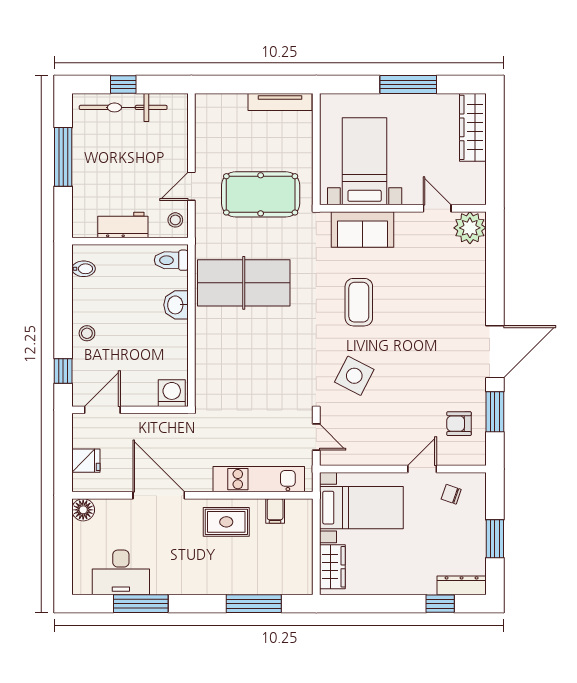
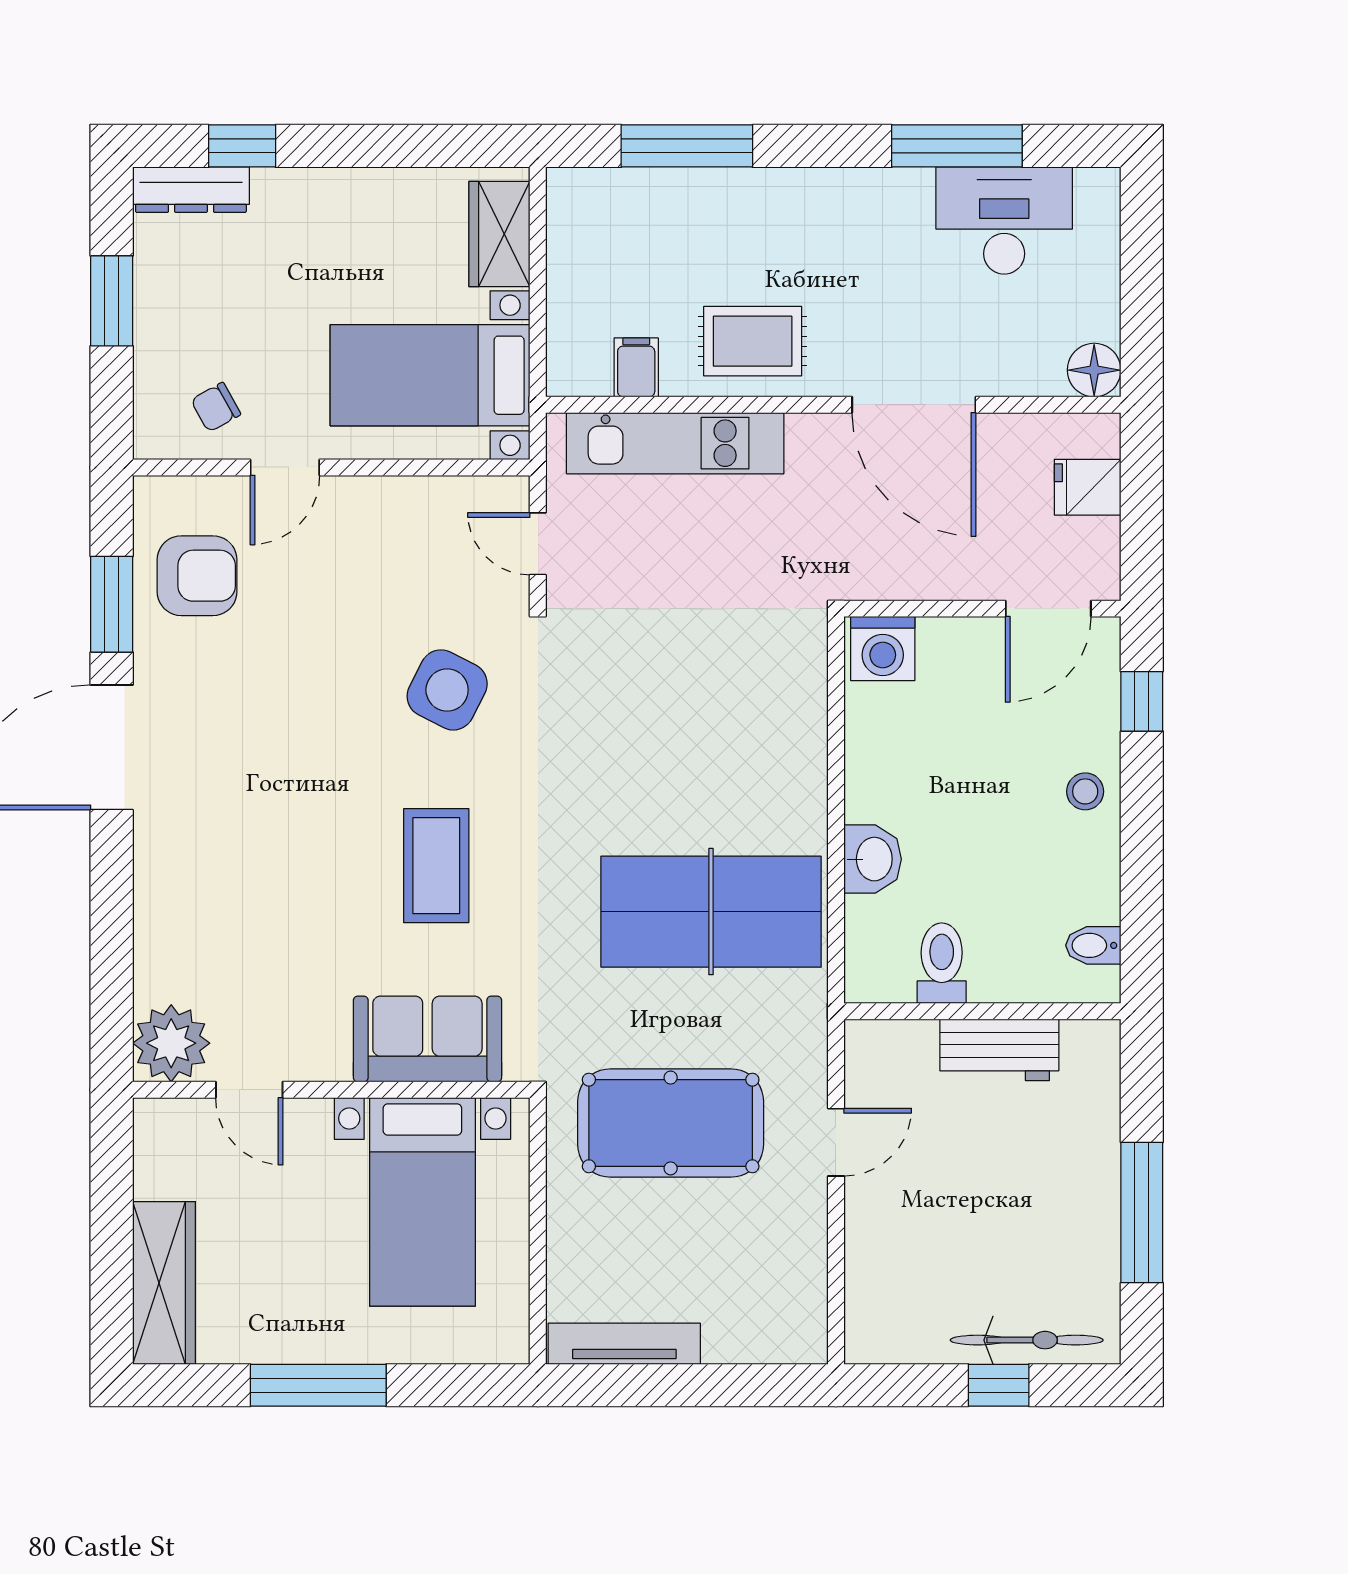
bicycle: (123, 107) -> (1027, 1340), width x0.73, depth x0.71
stool: (175, 220) -> (874, 1062), removed
toilet: (171, 260) -> (942, 963), moved, turned -90
armchair: (459, 424) -> (197, 576), width x1.38, depth x1.38
chair: (451, 494) -> (216, 407), turned 132

